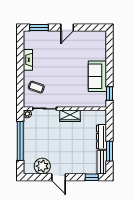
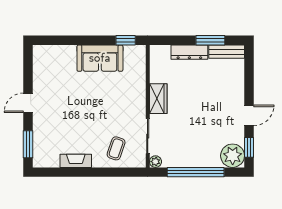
door: (67, 27) -> (28, 103), swing flipped
plant: (42, 166) -> (233, 156), moved
window: (92, 177) -> (249, 147), moved

